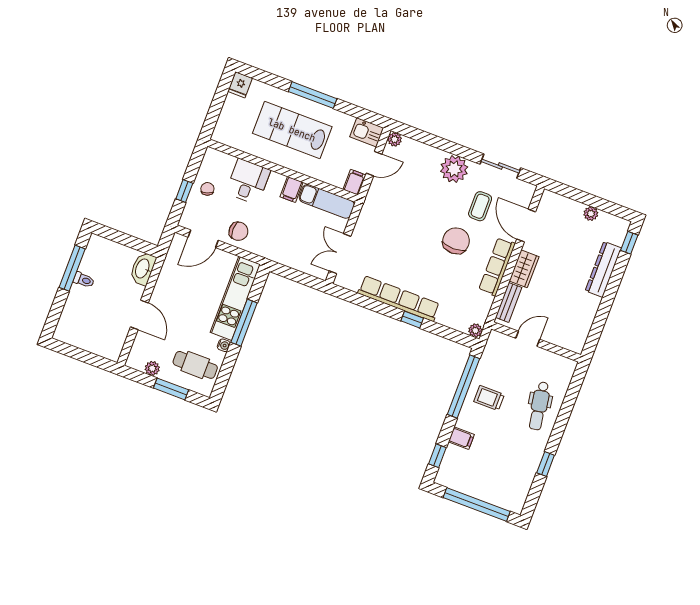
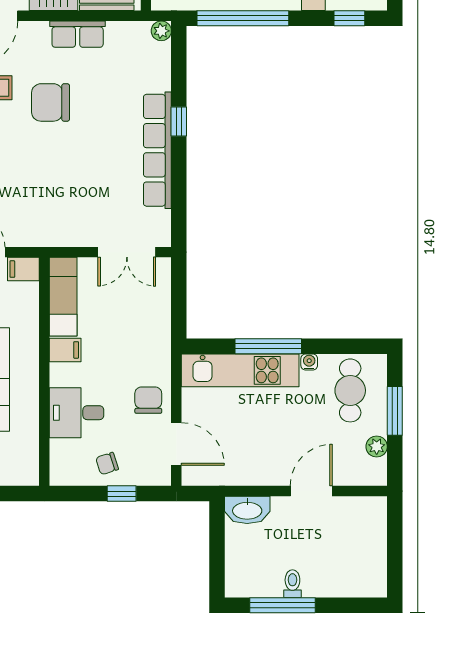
row of seats: (497, 267) -> (78, 34), width x0.68

